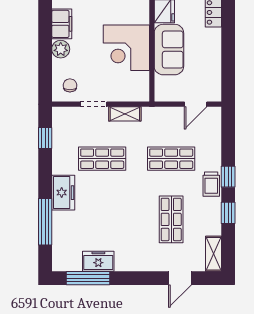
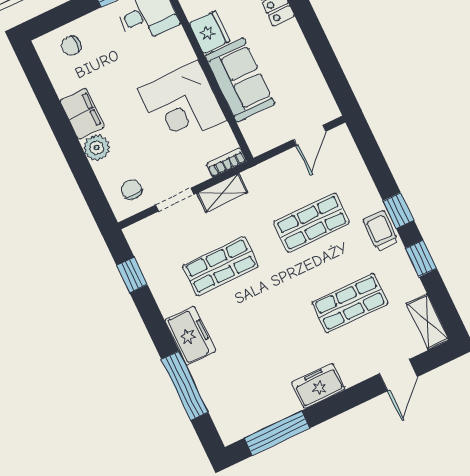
bookcase: (136, 96) -> (226, 163), added
trolley: (211, 184) -> (381, 231), turned 180
shop shelf: (171, 219) -> (350, 303), turned 90
freezer: (98, 261) -> (318, 386), moved

